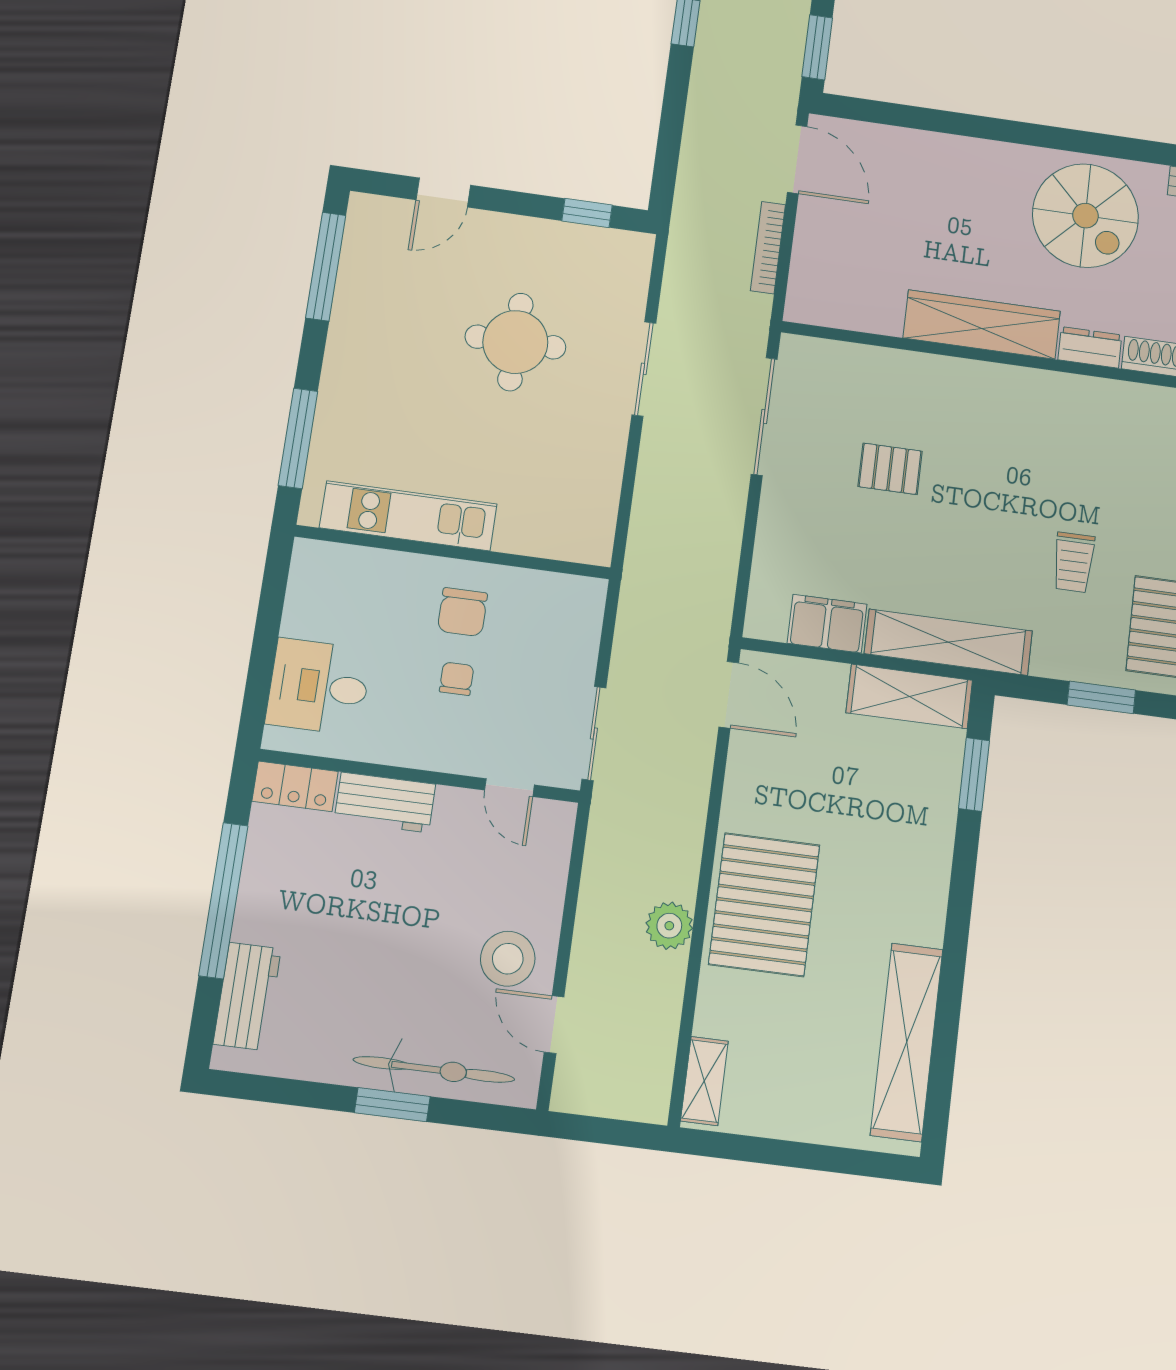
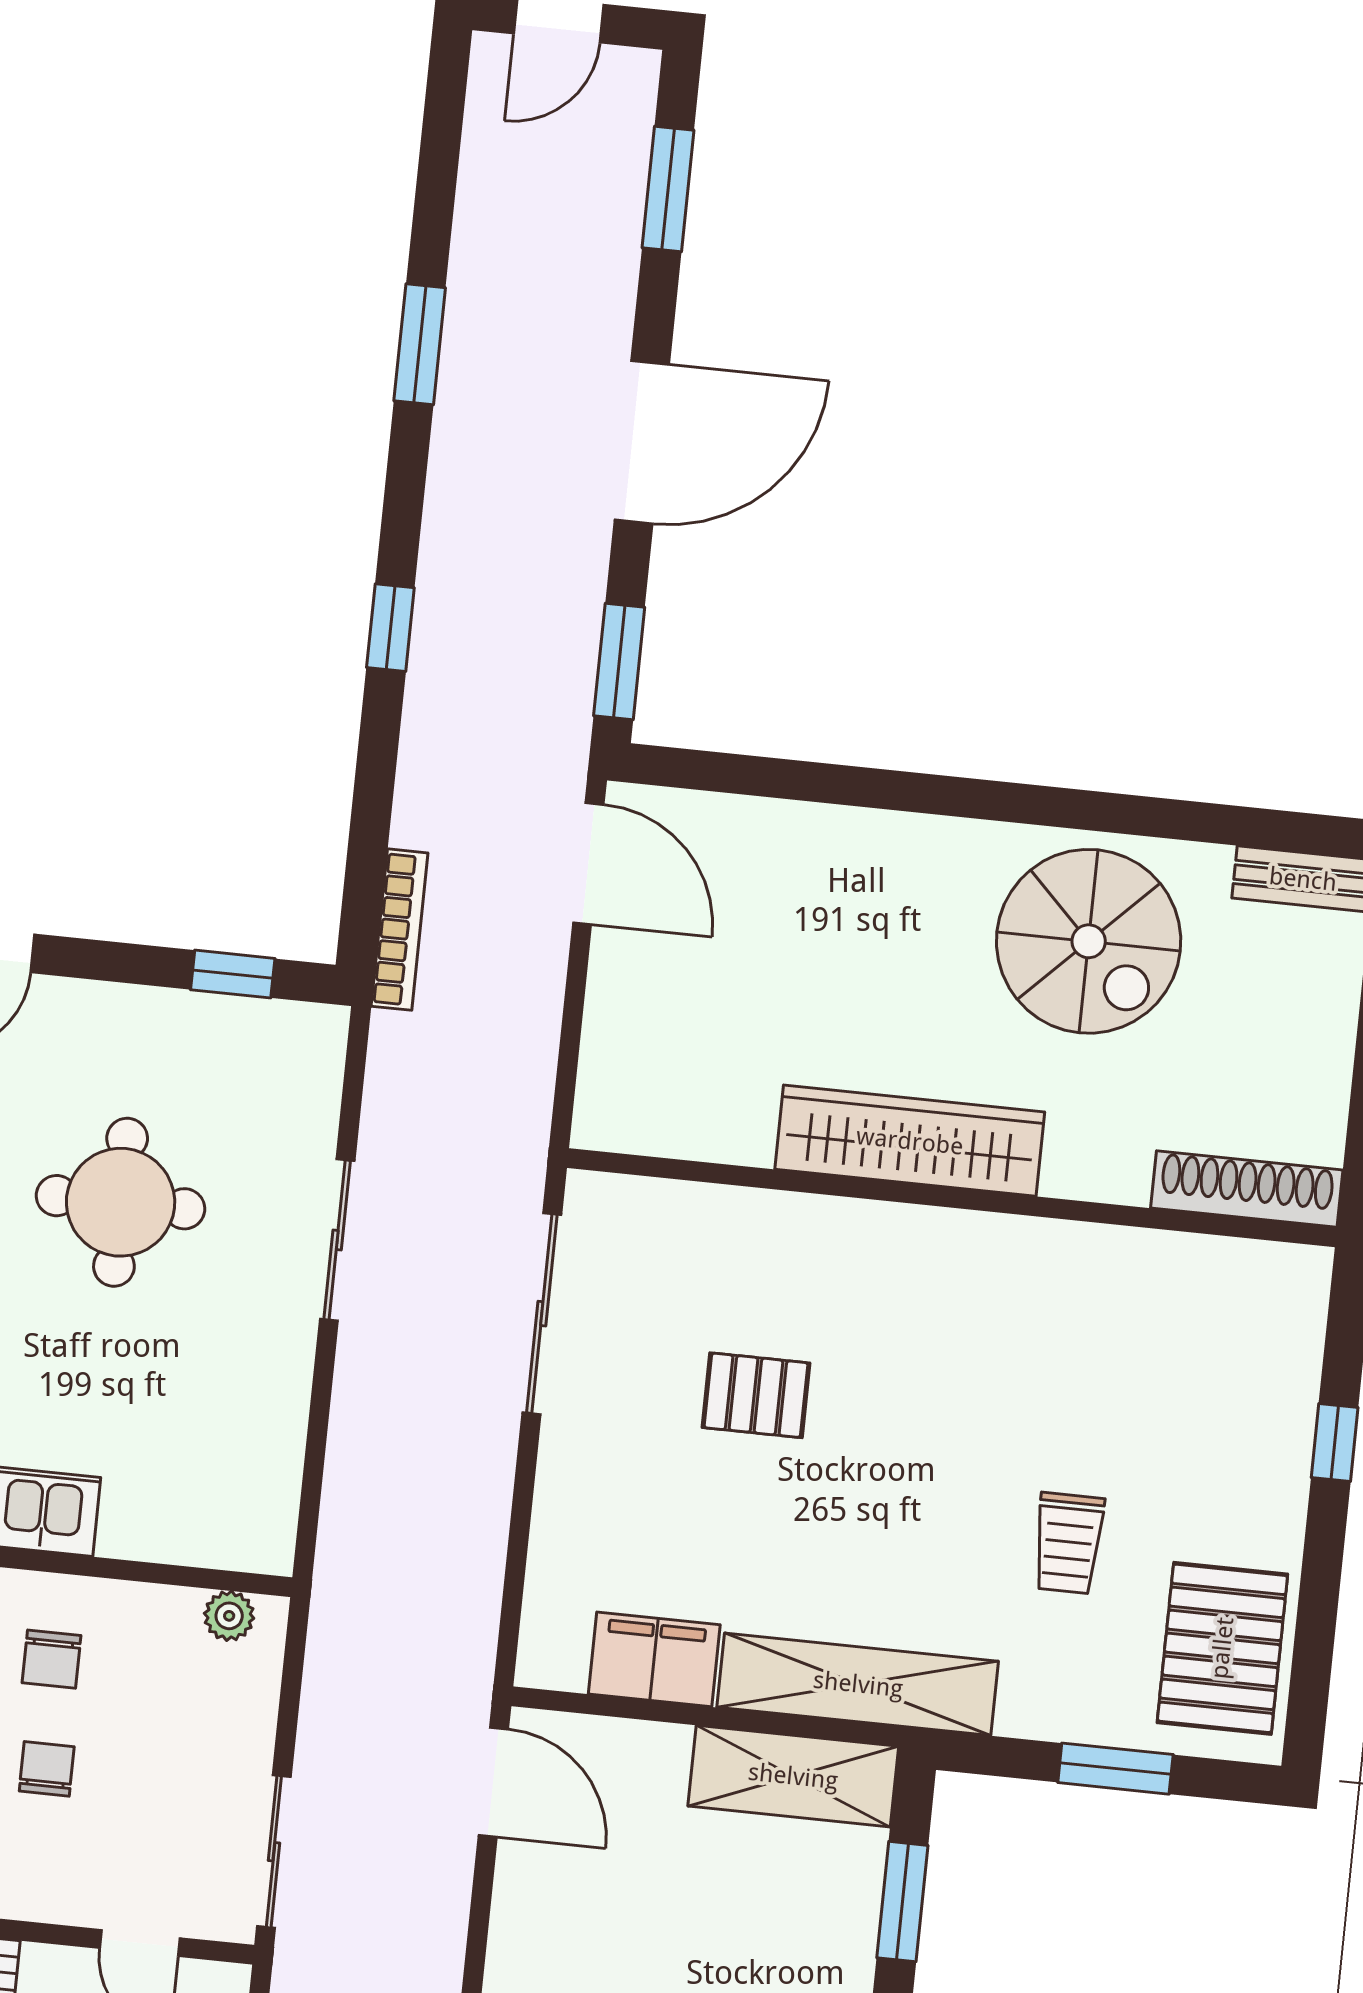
bookcase: (768, 248) -> (400, 930), moved, turned 180
dresser: (1090, 347) -> (1096, 1173), removed
plant: (572, 589) -> (229, 1616), added
chair: (462, 612) -> (52, 1659), width x0.73, depth x0.73

